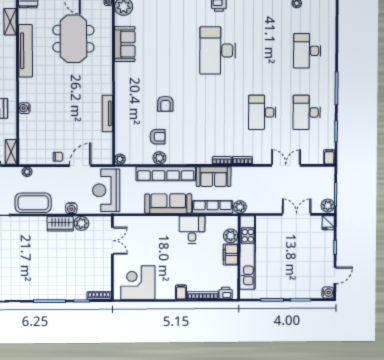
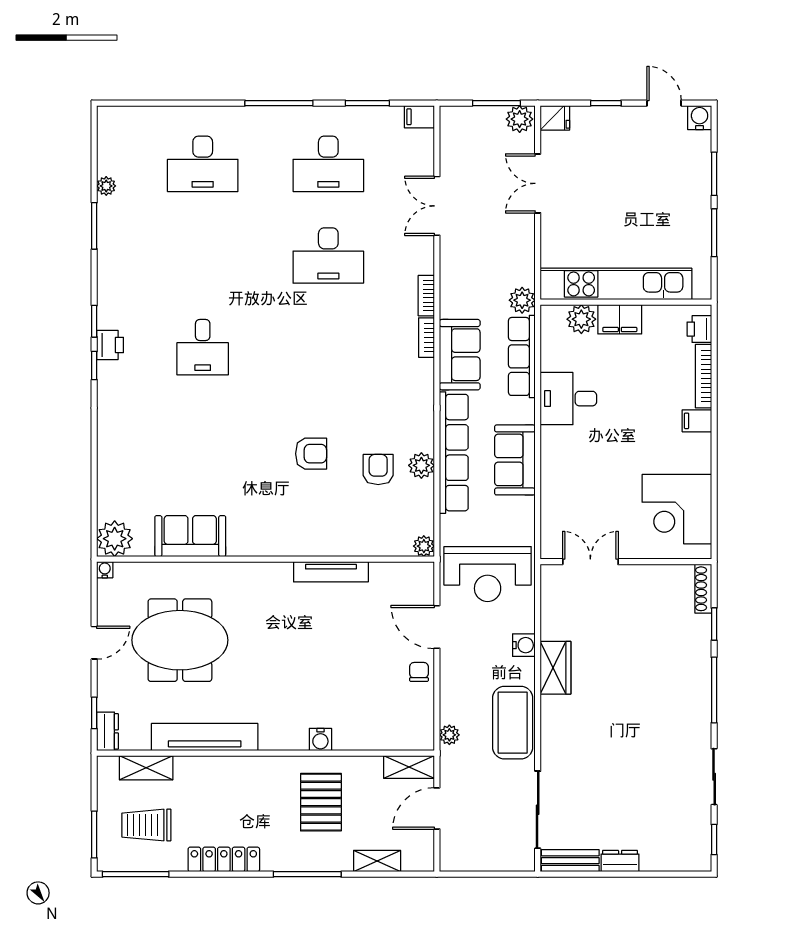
desk: (218, 51) -> (203, 347), width x0.53, depth x0.77
sofa: (168, 204) -> (515, 460), width x0.73
plant: (81, 223) -> (555, 625), removed

